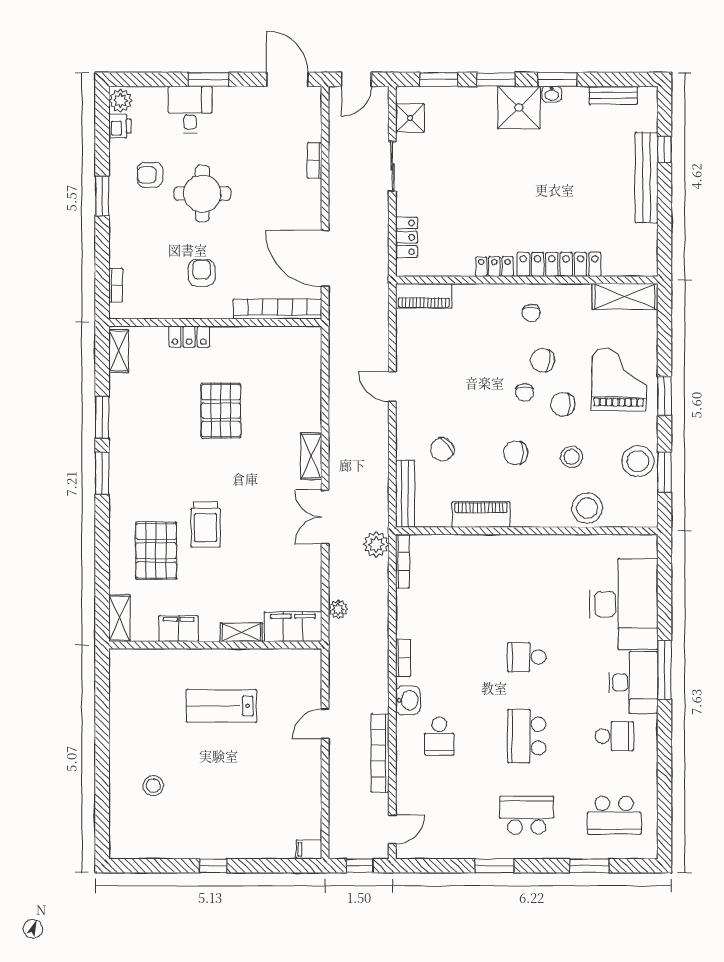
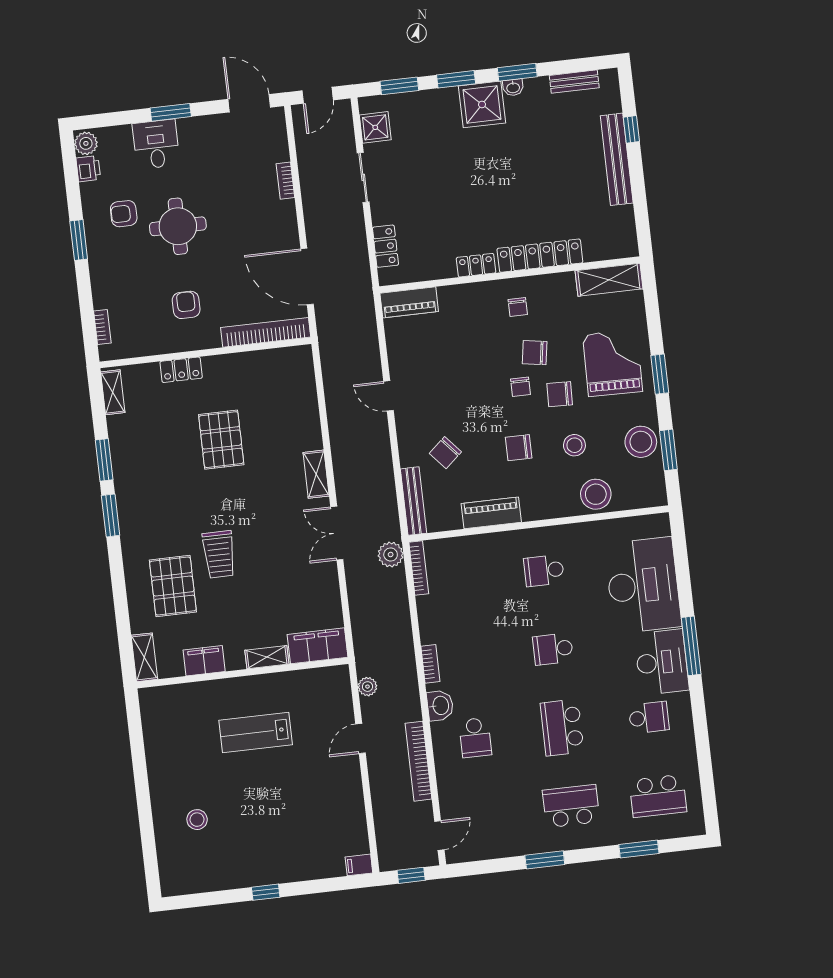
school desk: (527, 578) -> (544, 571), added
plant: (338, 609) -> (367, 687), moved

